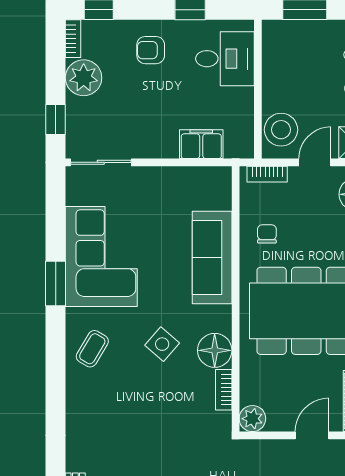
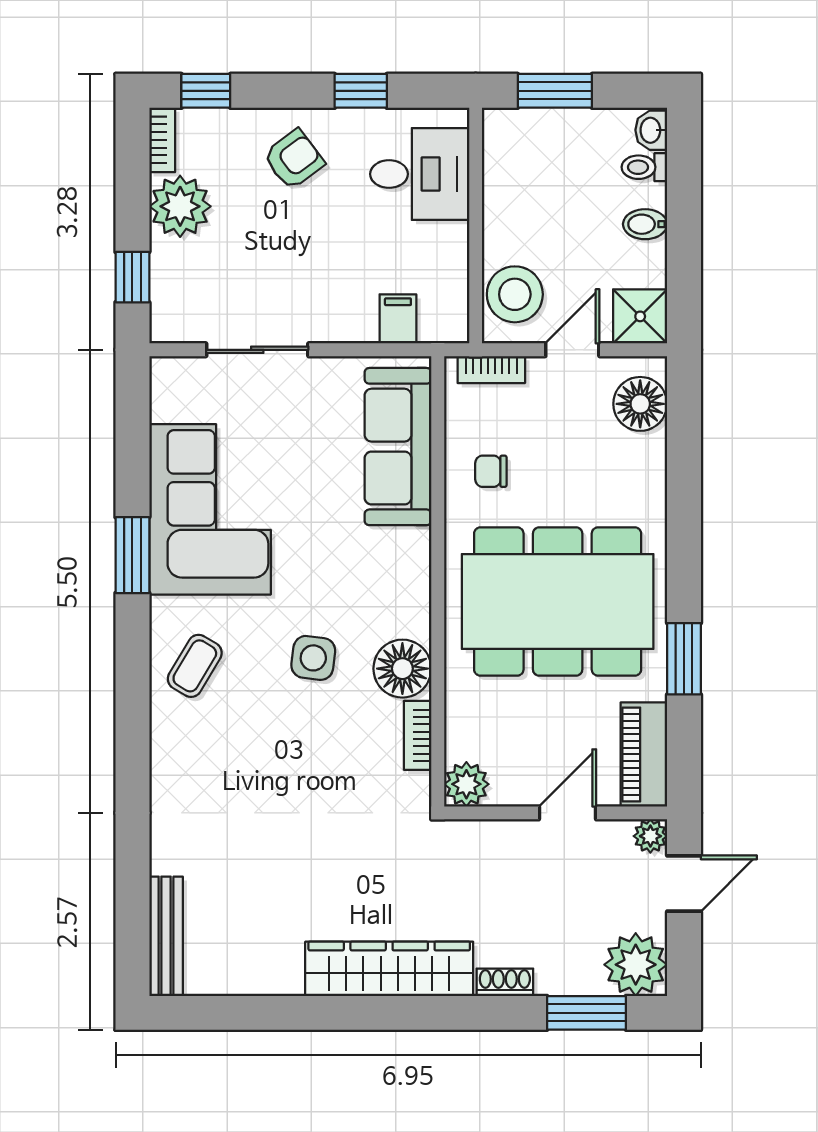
armchair: (151, 50) -> (294, 159), turned 143
filing cabinet: (201, 144) -> (398, 319), width x0.50
sliding door: (101, 162) -> (257, 350), moved
chair: (267, 234) -> (491, 471), turned -90
sofa: (212, 257) -> (398, 447), moved
side table: (162, 344) -> (313, 658), turned -34

